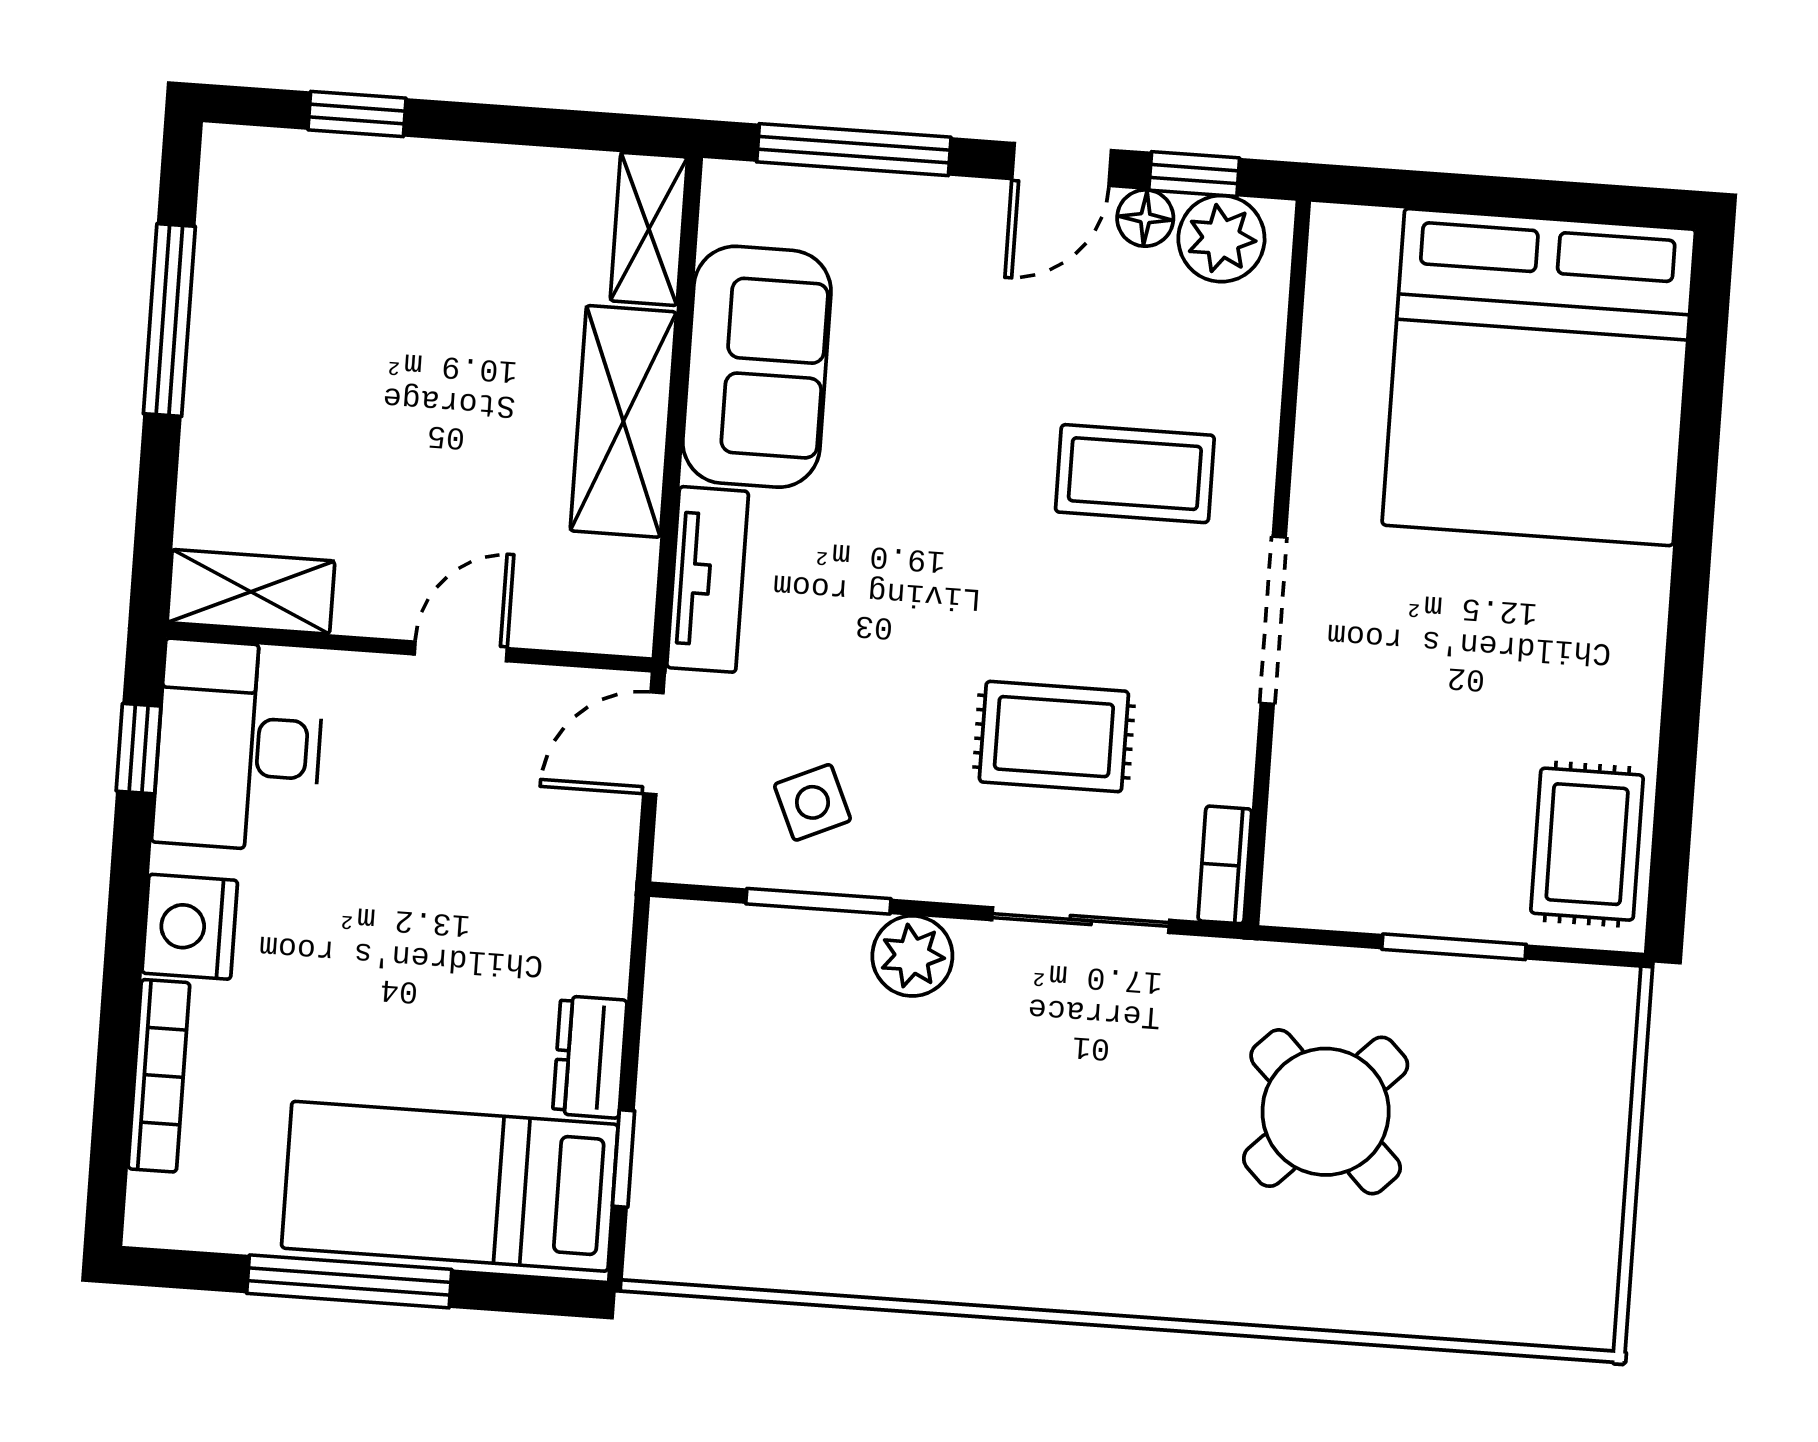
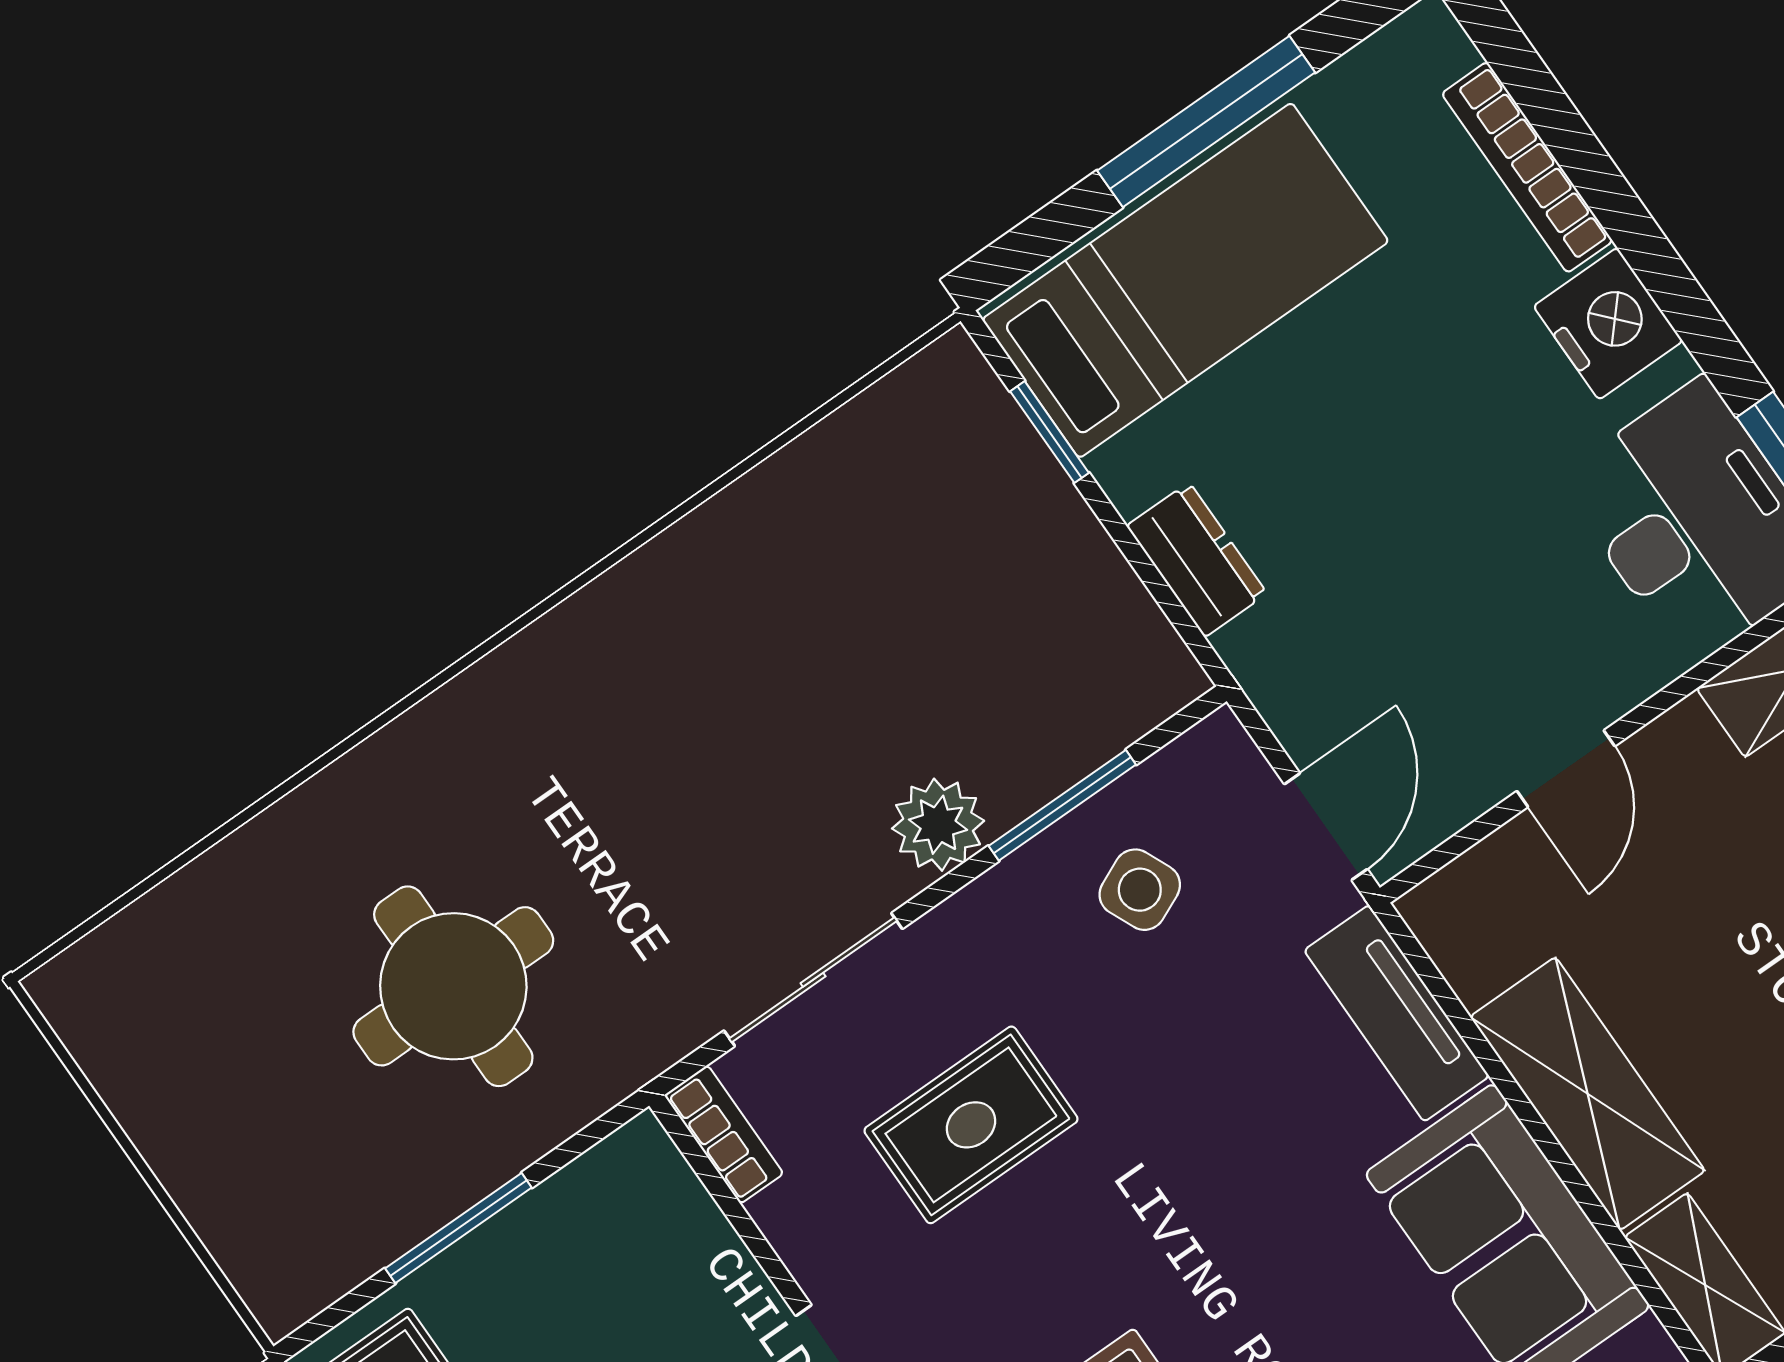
dresser: (590, 1057) -> (1197, 560), moved
round table: (1326, 1112) -> (453, 986), turned 45

